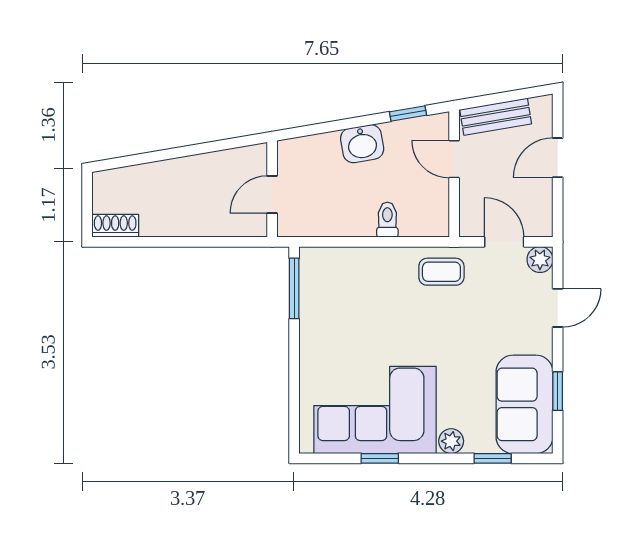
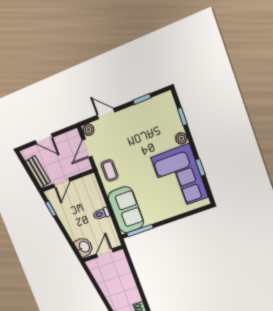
washbasin: (362, 144) -> (84, 247), moved
door: (272, 194) -> (105, 253), swing flipped
toilet: (387, 220) -> (101, 214), moved
sofa: (525, 404) -> (126, 210), moved, turned -90

